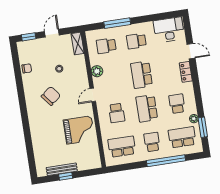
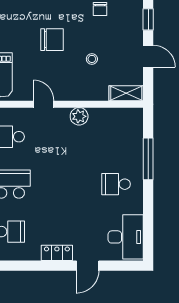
school desk: (136, 41) -> (116, 184), turned -90
school desk: (106, 46) -> (116, 137), removed
school desk: (142, 75) -> (63, 184), removed
chair: (51, 96) -> (52, 40), turned -52

